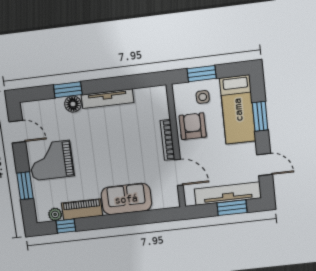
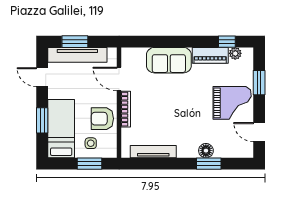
tv unit: (108, 99) -> (153, 152), moved
armchair: (193, 126) -> (102, 119), turned 90

